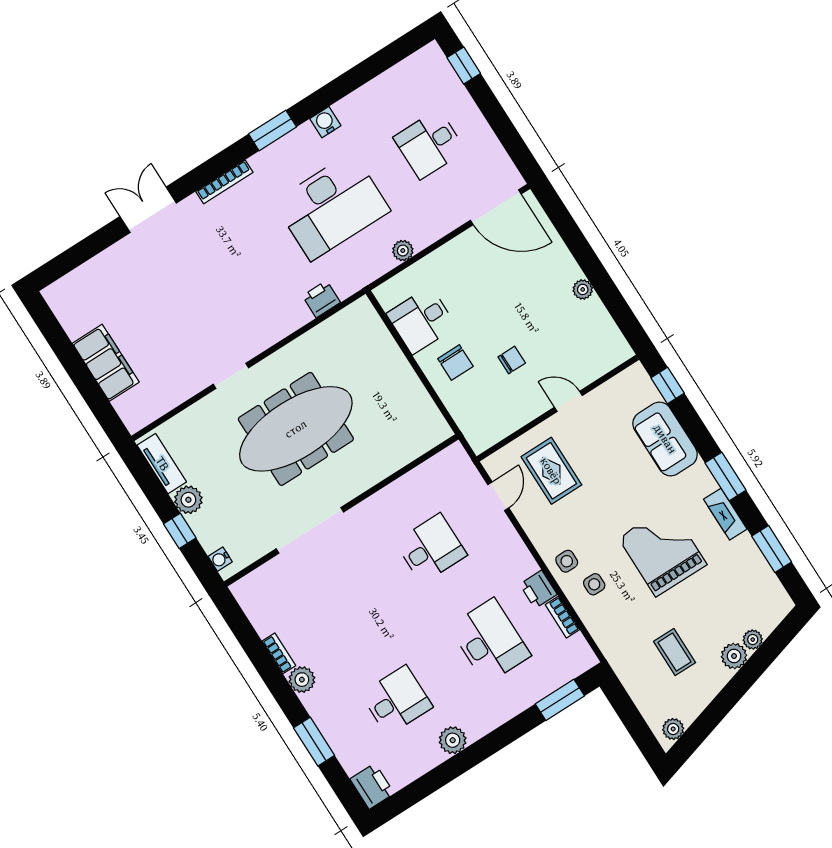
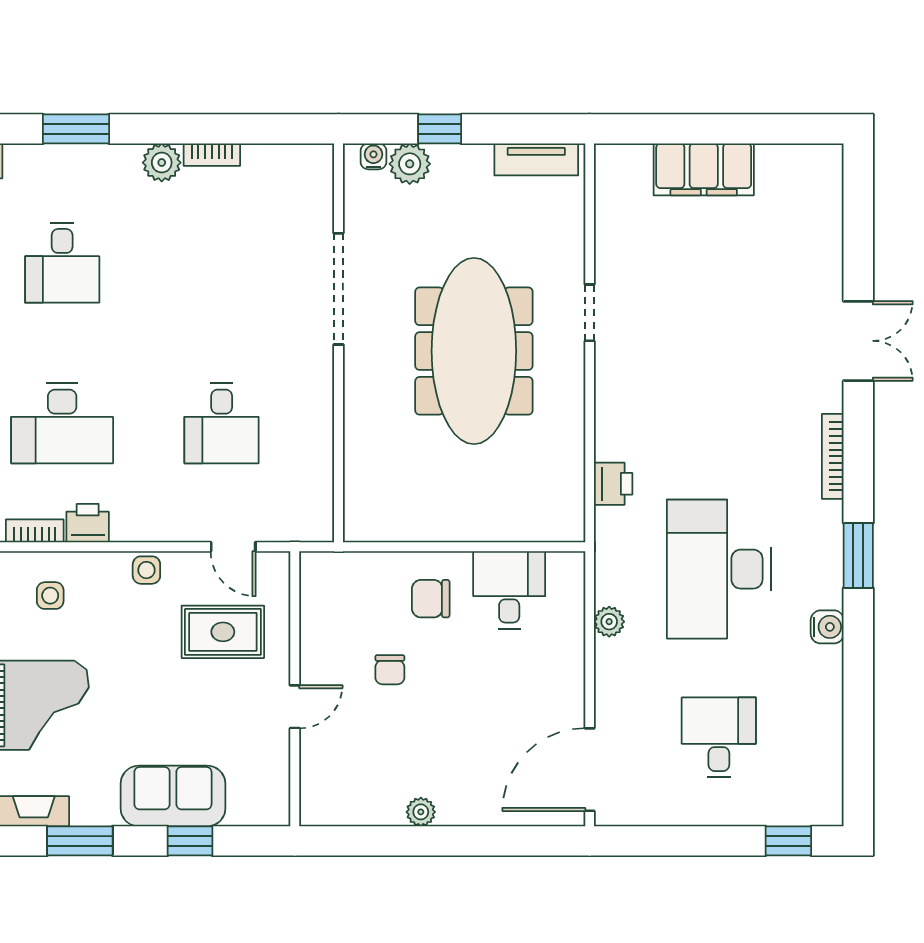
window: (668, 386) -> (190, 841), moved
plant: (188, 500) -> (410, 164), moved
side table: (567, 561) -> (146, 570), moved

